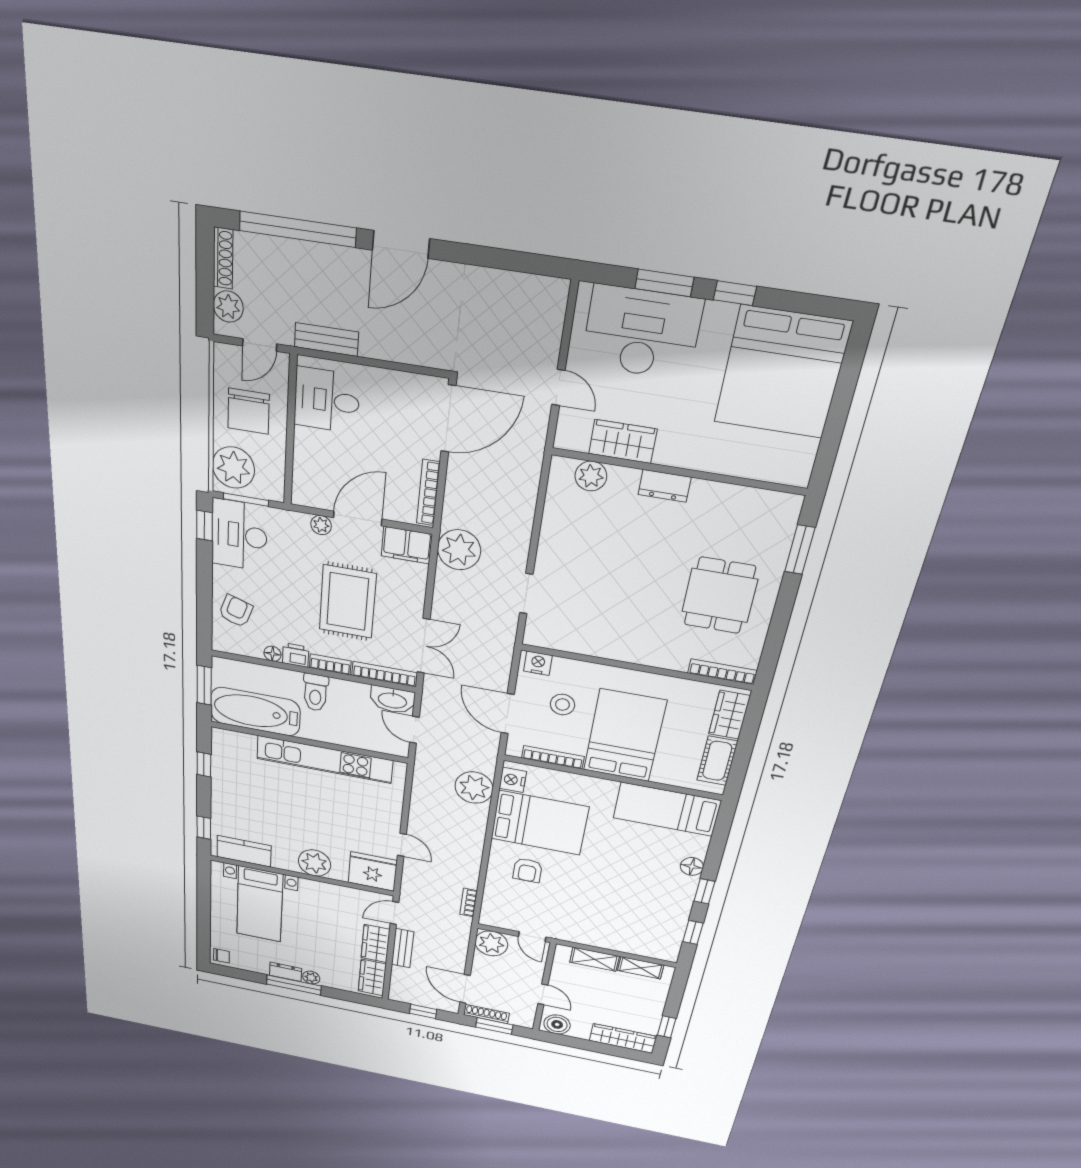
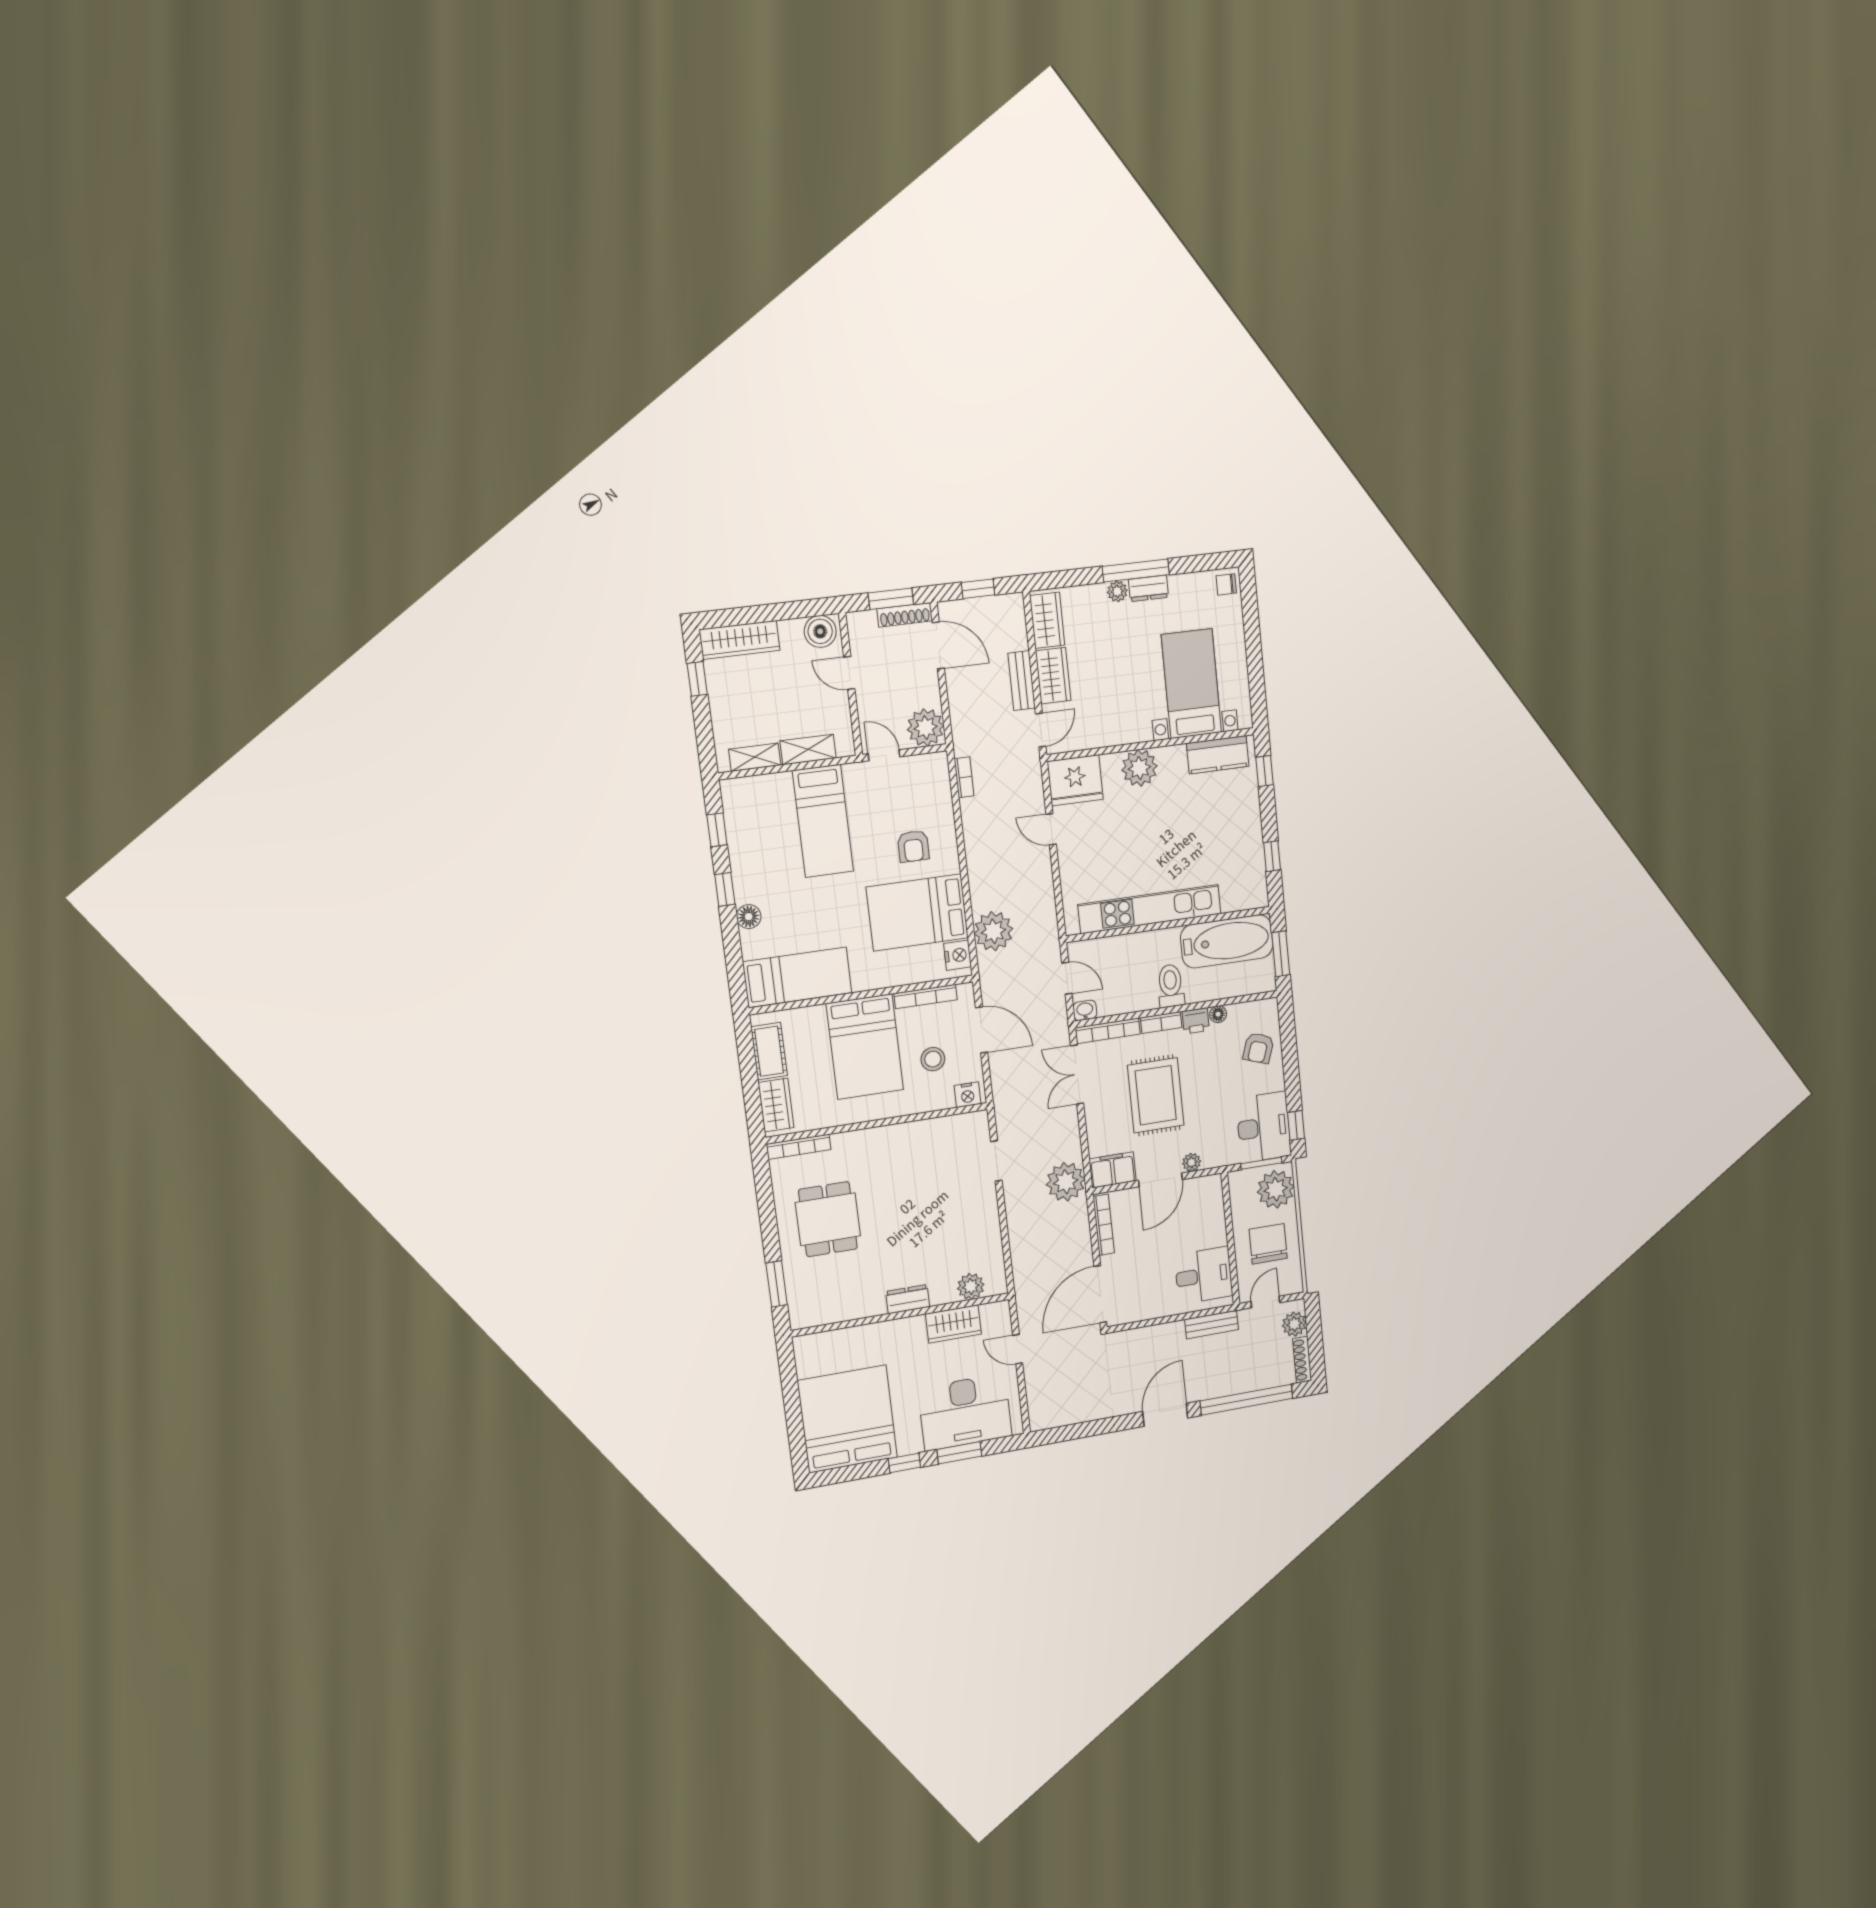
washbasin: (392, 700) -> (1085, 1010), width x0.52, depth x0.69
armchair: (528, 870) -> (913, 846), turned 180
bed: (600, 911) -> (823, 821), added

